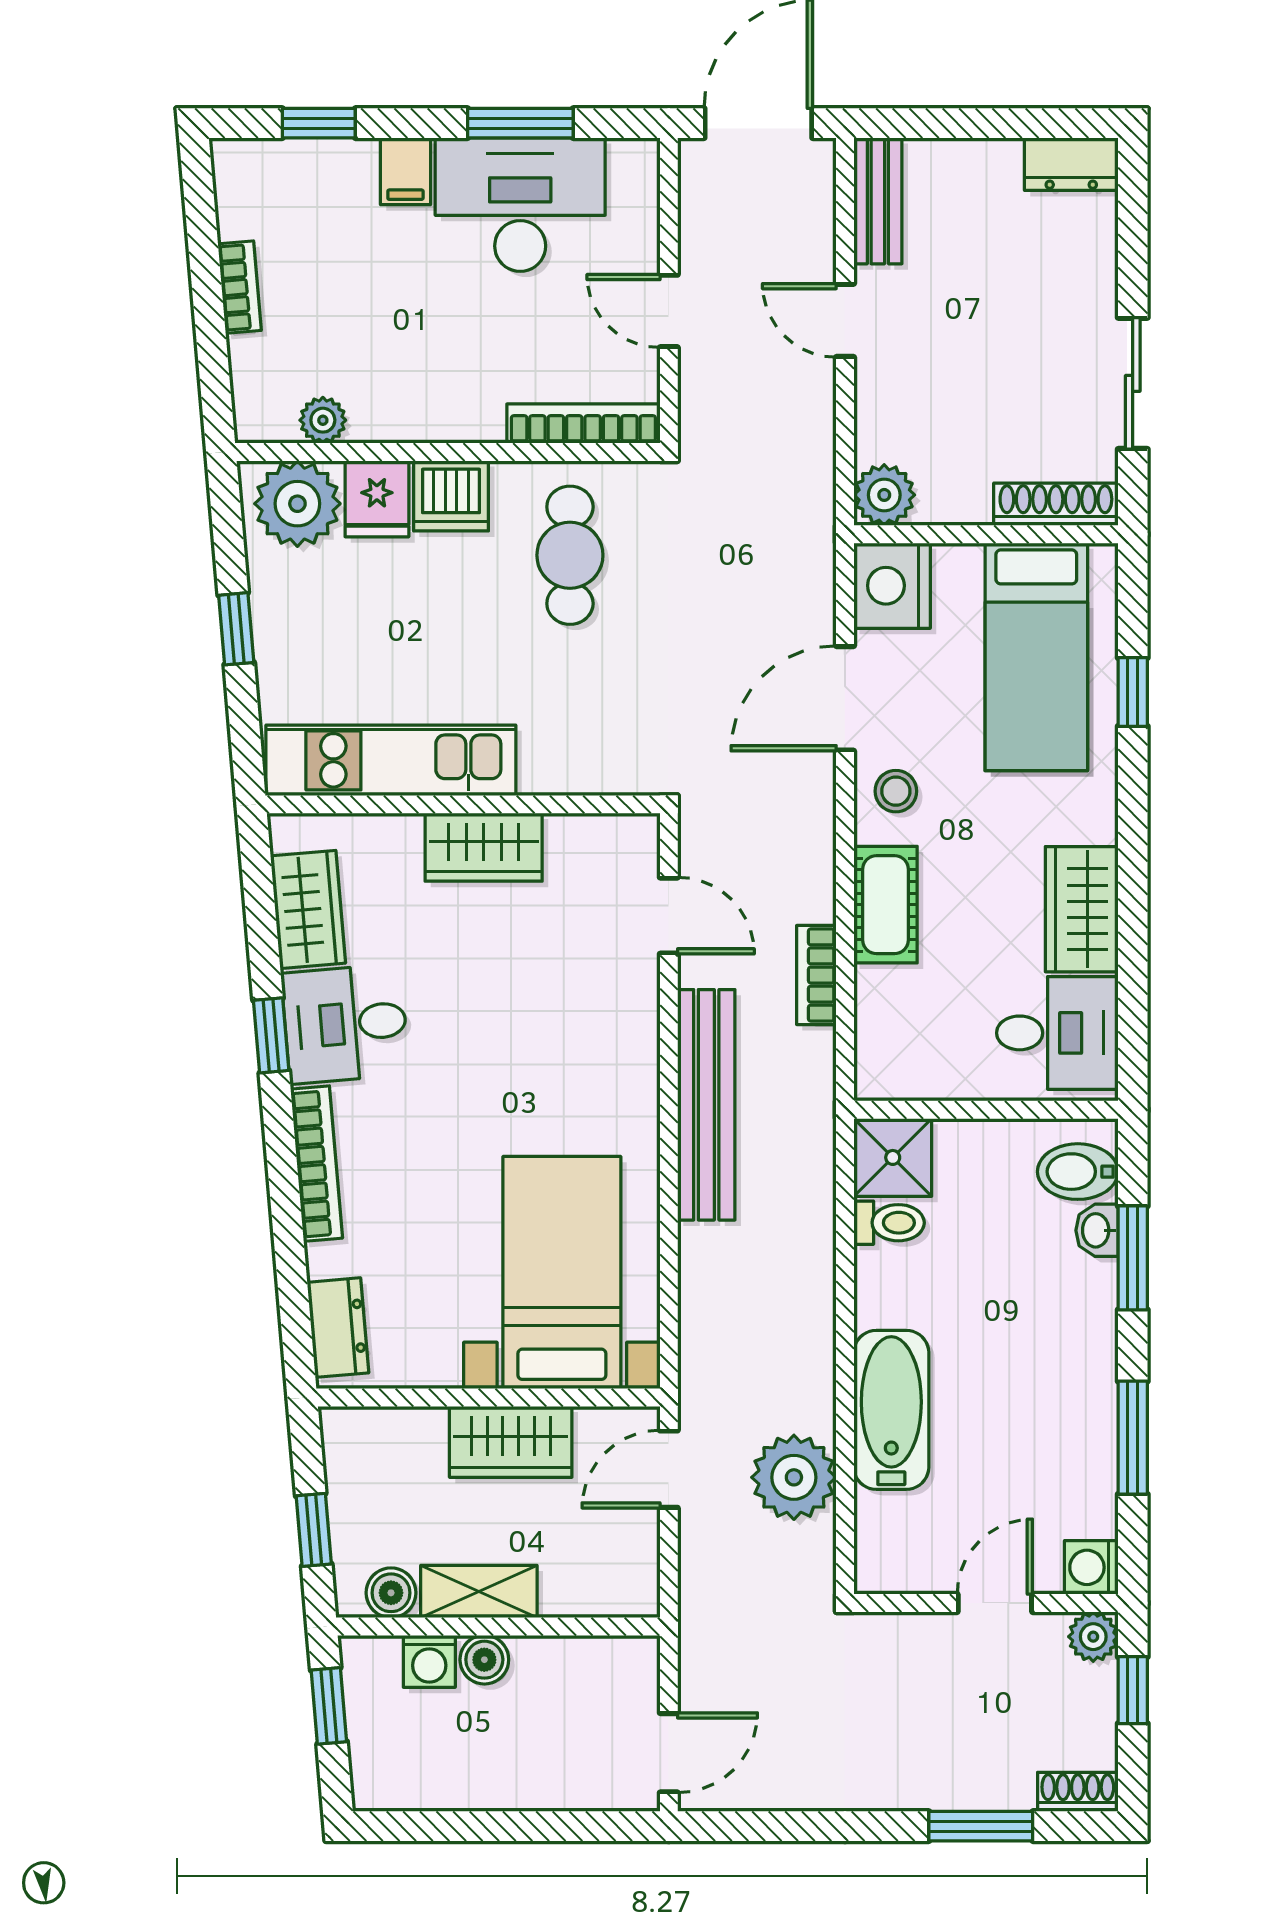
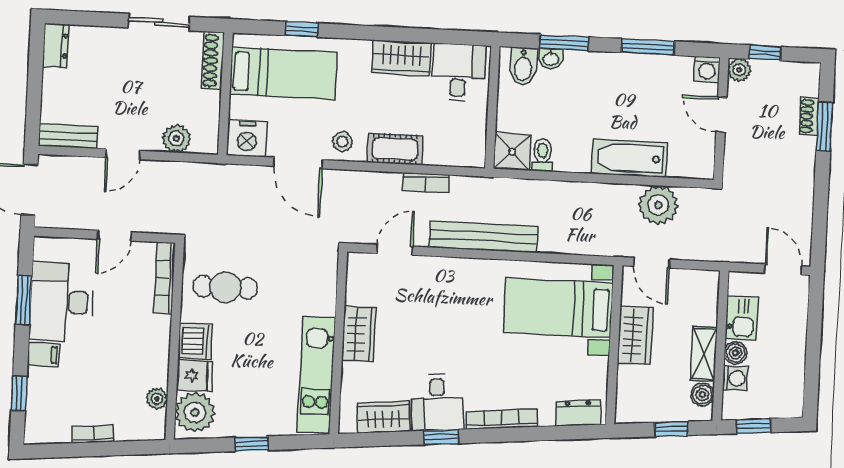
plant: (884, 495) -> (176, 139), moved
kitchen sink: (560, 1669) -> (742, 318), added
shoe rack: (1078, 1792) -> (809, 116), moved

